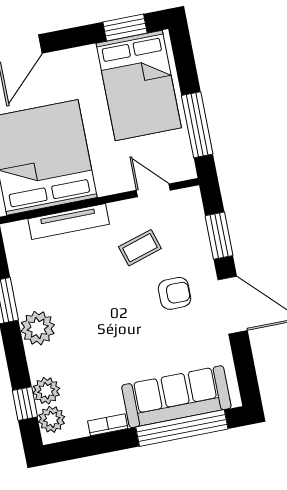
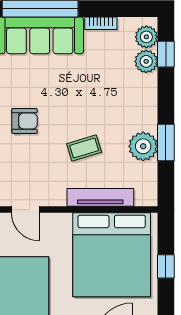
coffee table: (140, 248) -> (84, 148), moved
armchair: (175, 293) -> (24, 121), turned 180
plant: (38, 328) -> (143, 146), moved

